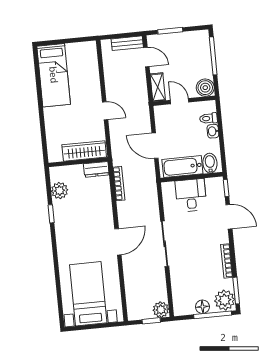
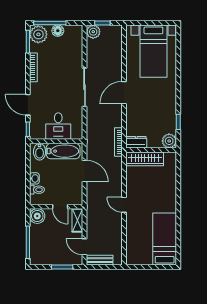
wardrobe: (84, 151) -> (145, 159), moved
wall: (78, 162) -> (151, 150), moved
dresser: (96, 169) -> (136, 142), moved

